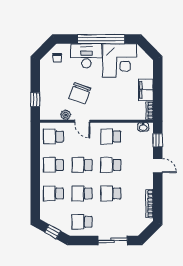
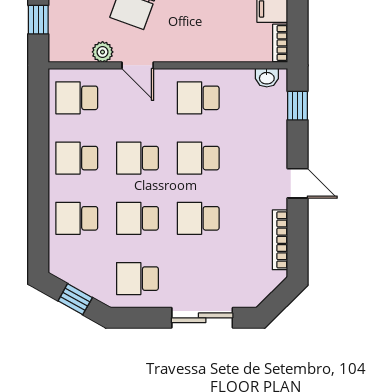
door: (158, 166) -> (297, 183), moved

